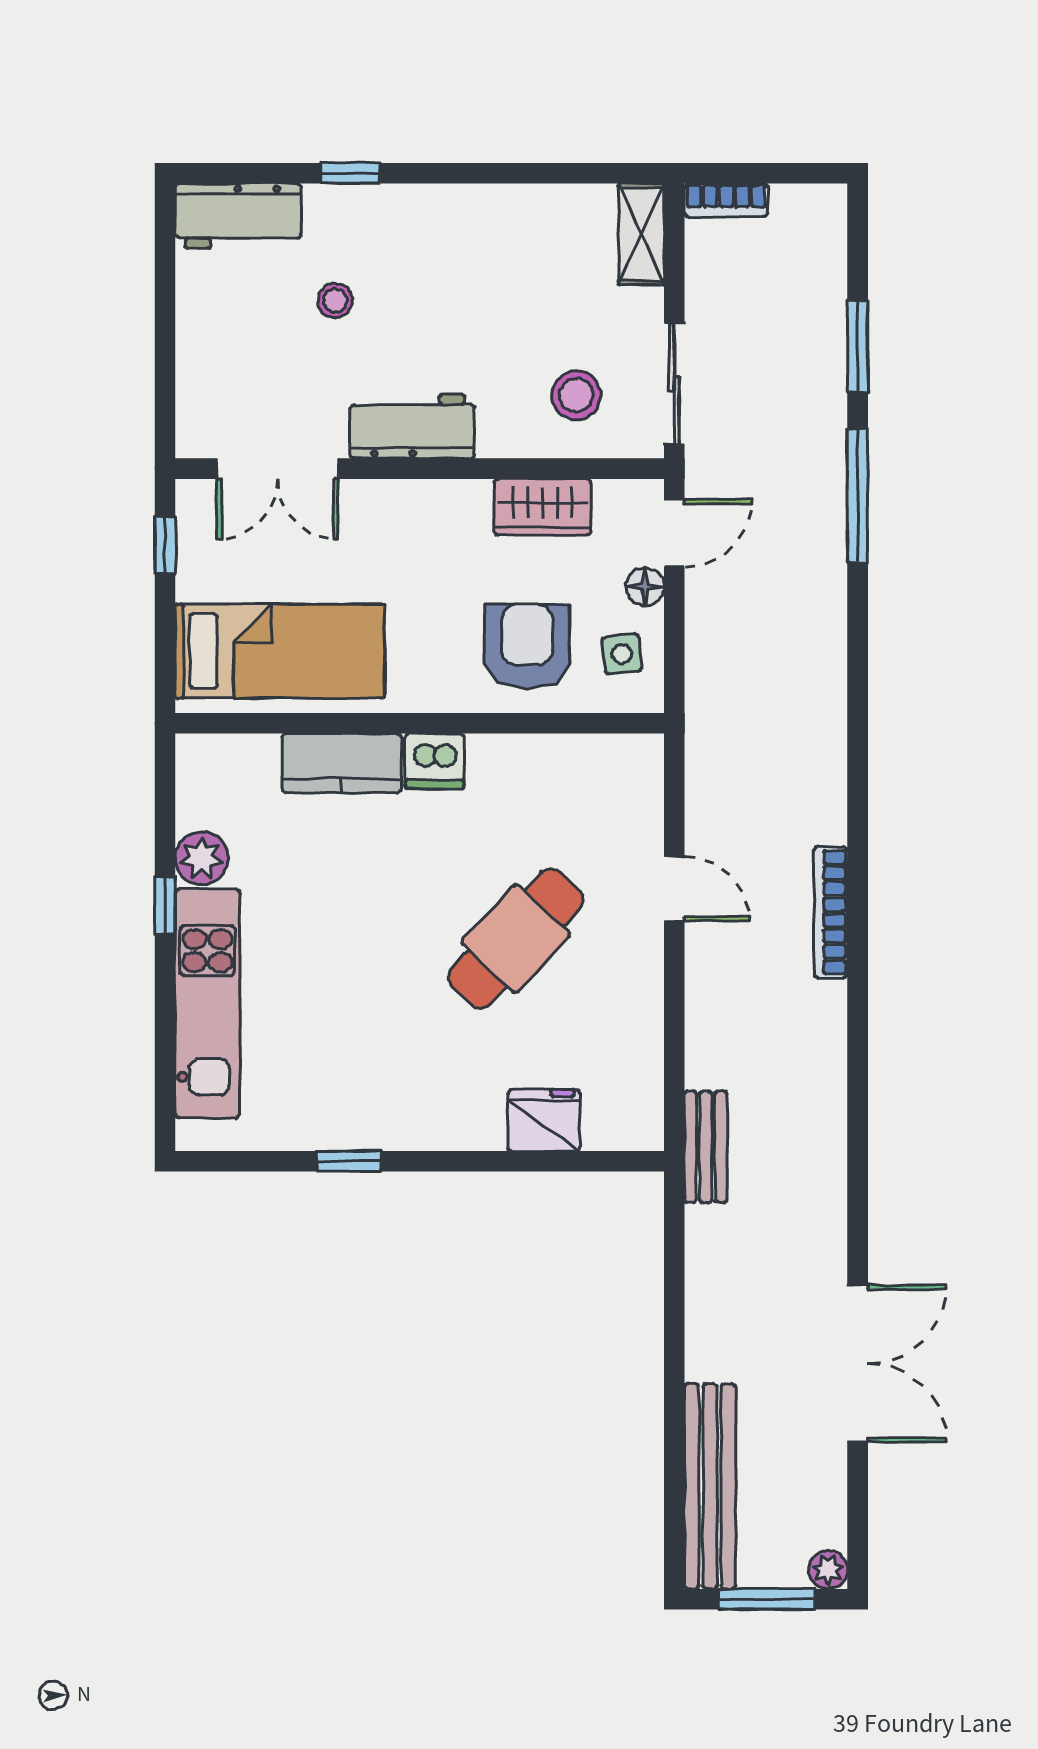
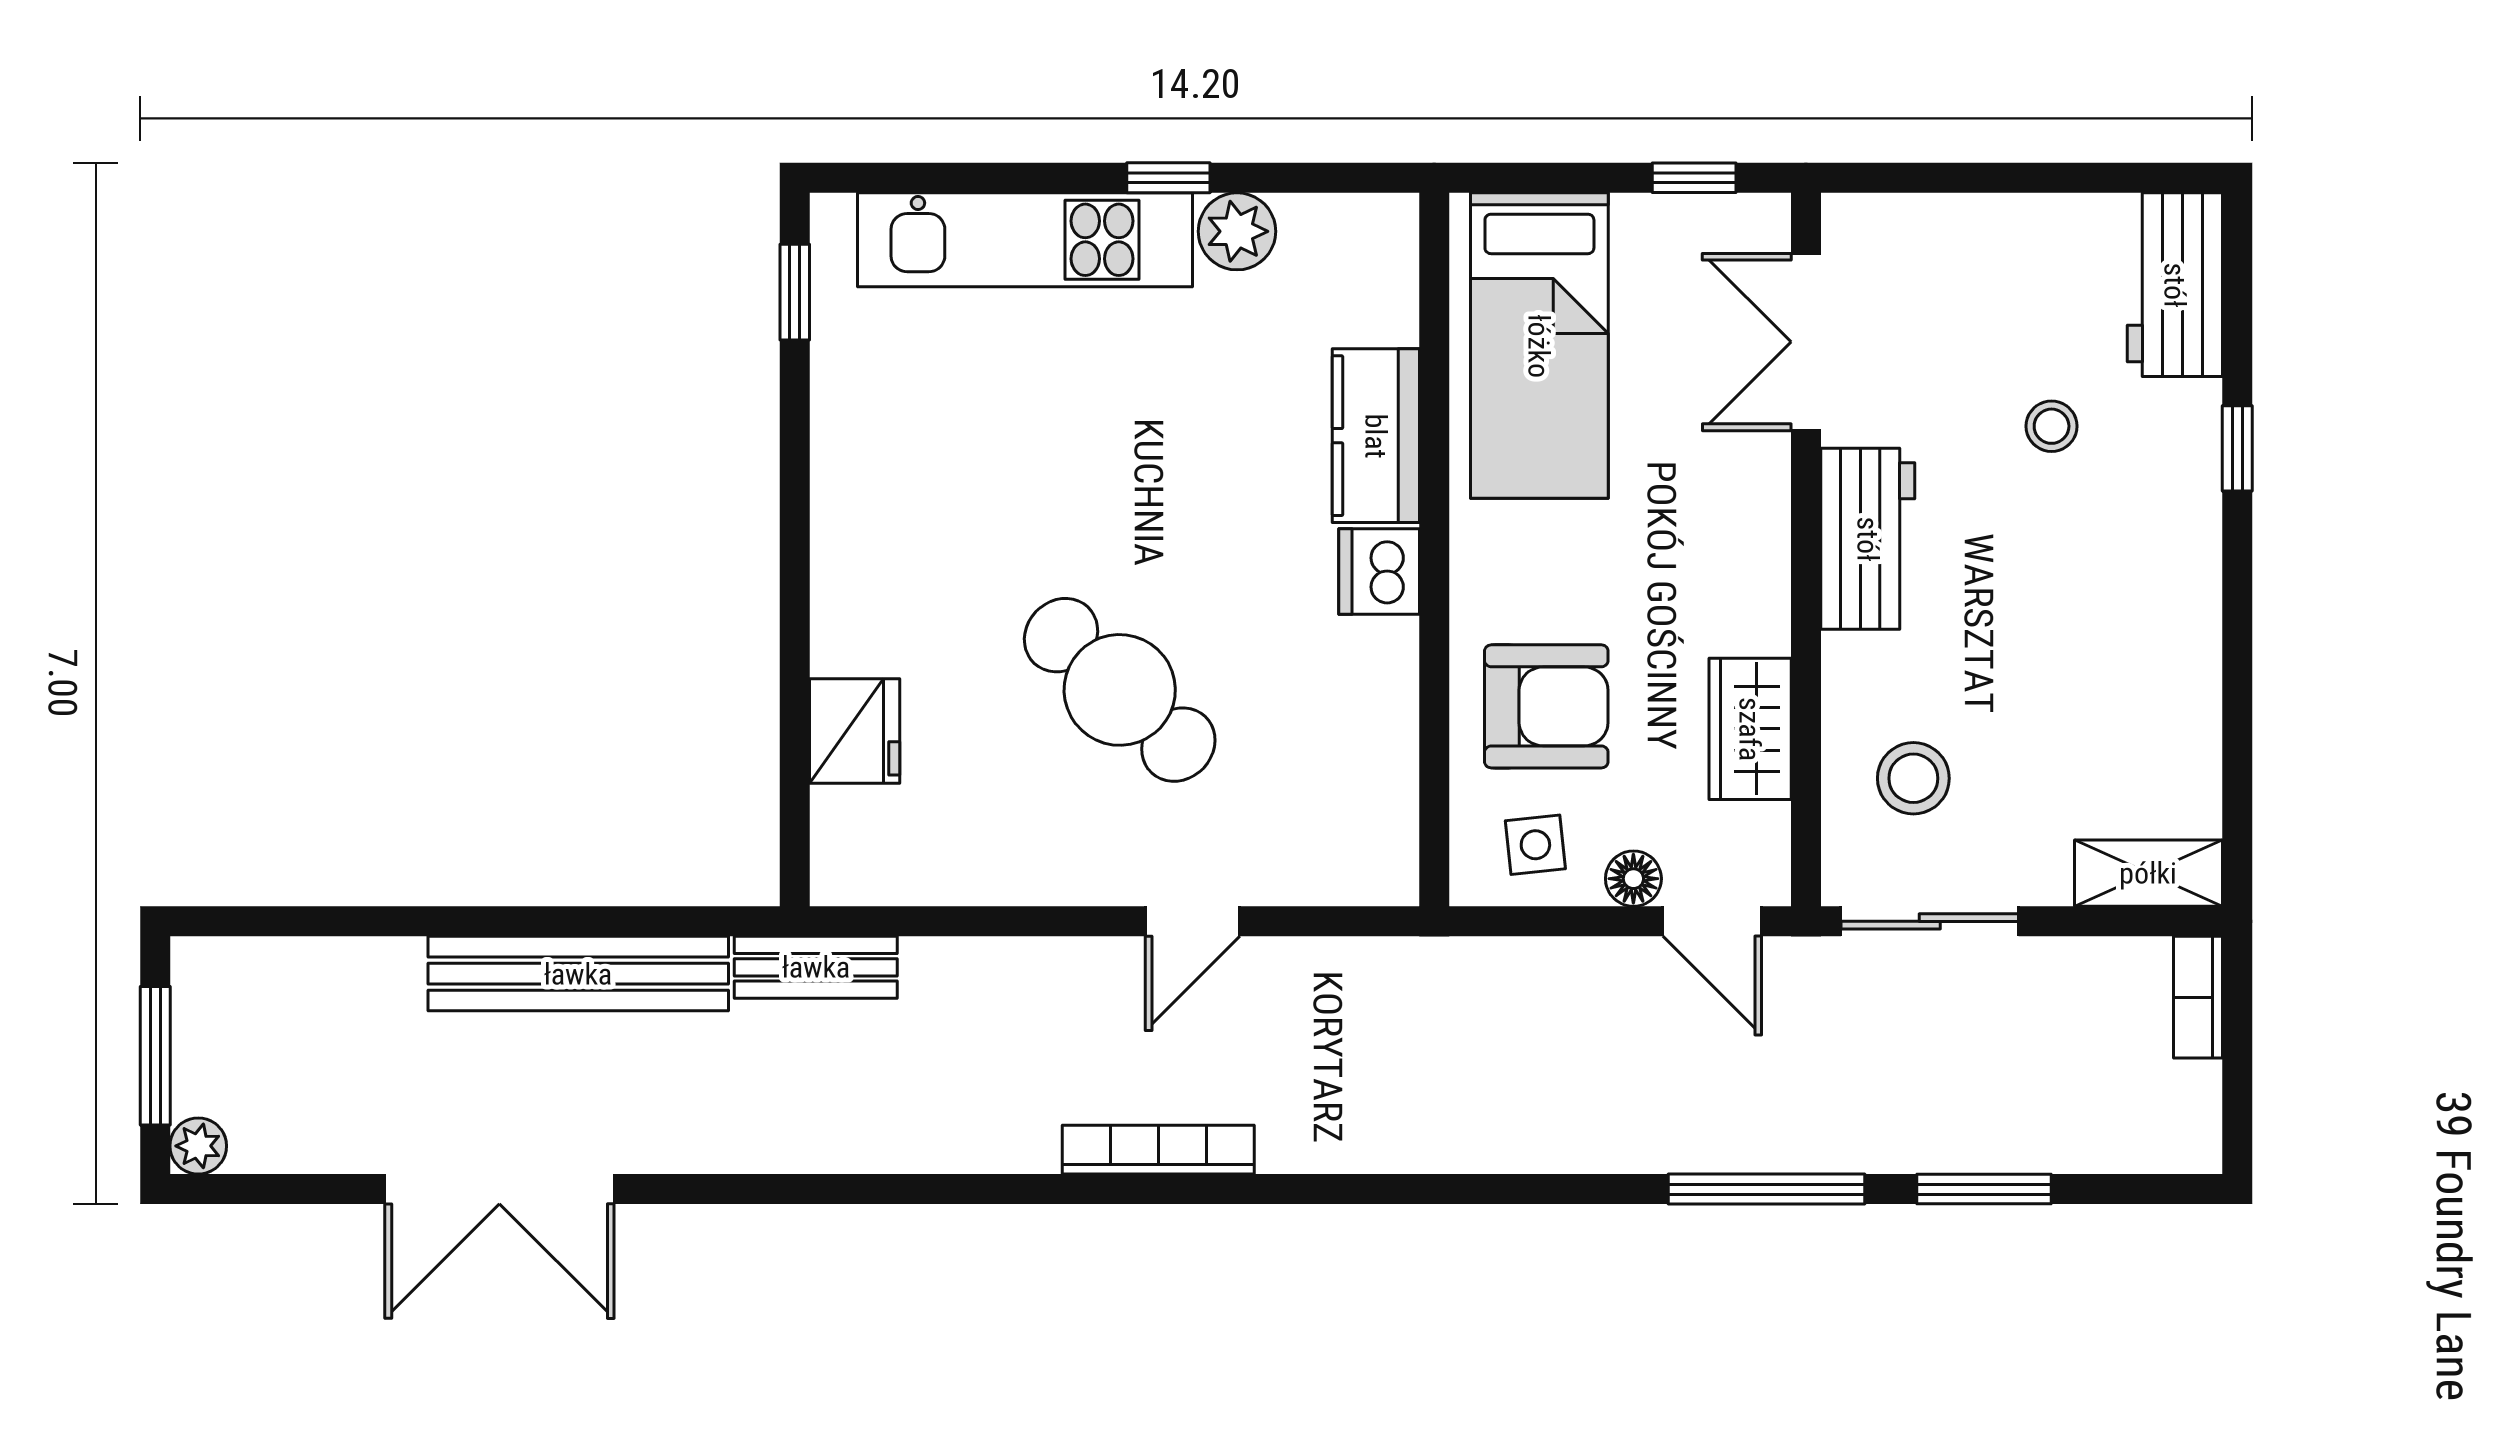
window: (349, 1161) -> (795, 292), moved
bench: (710, 1486) -> (578, 974), moved

